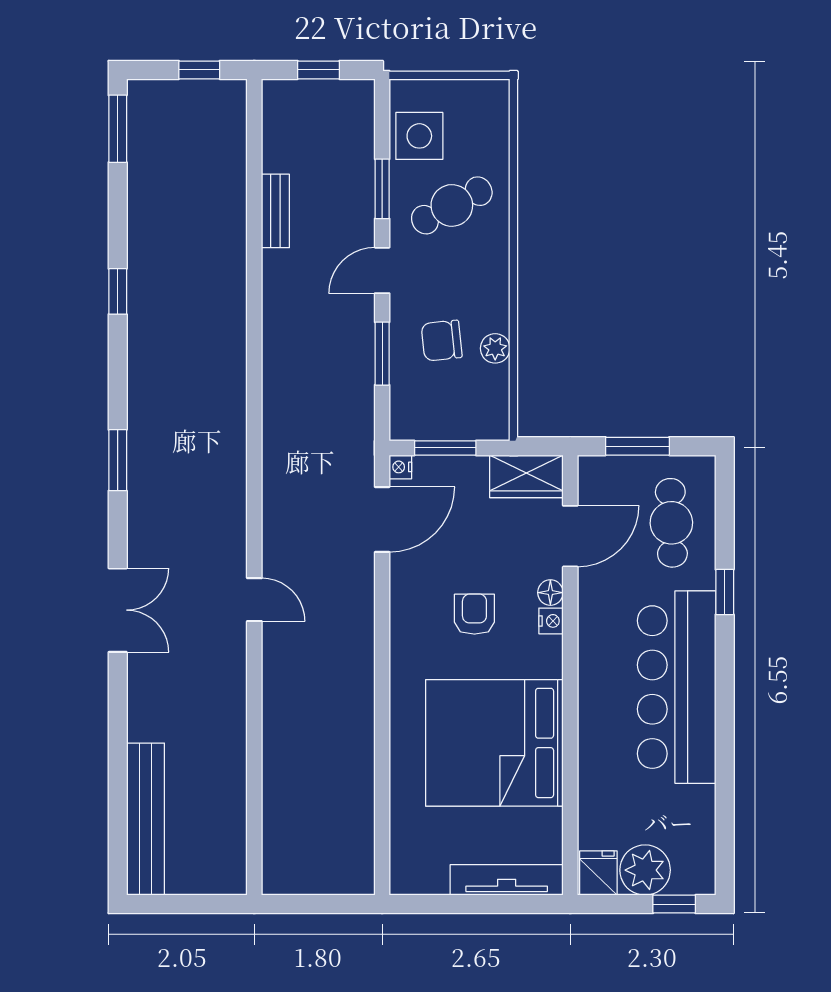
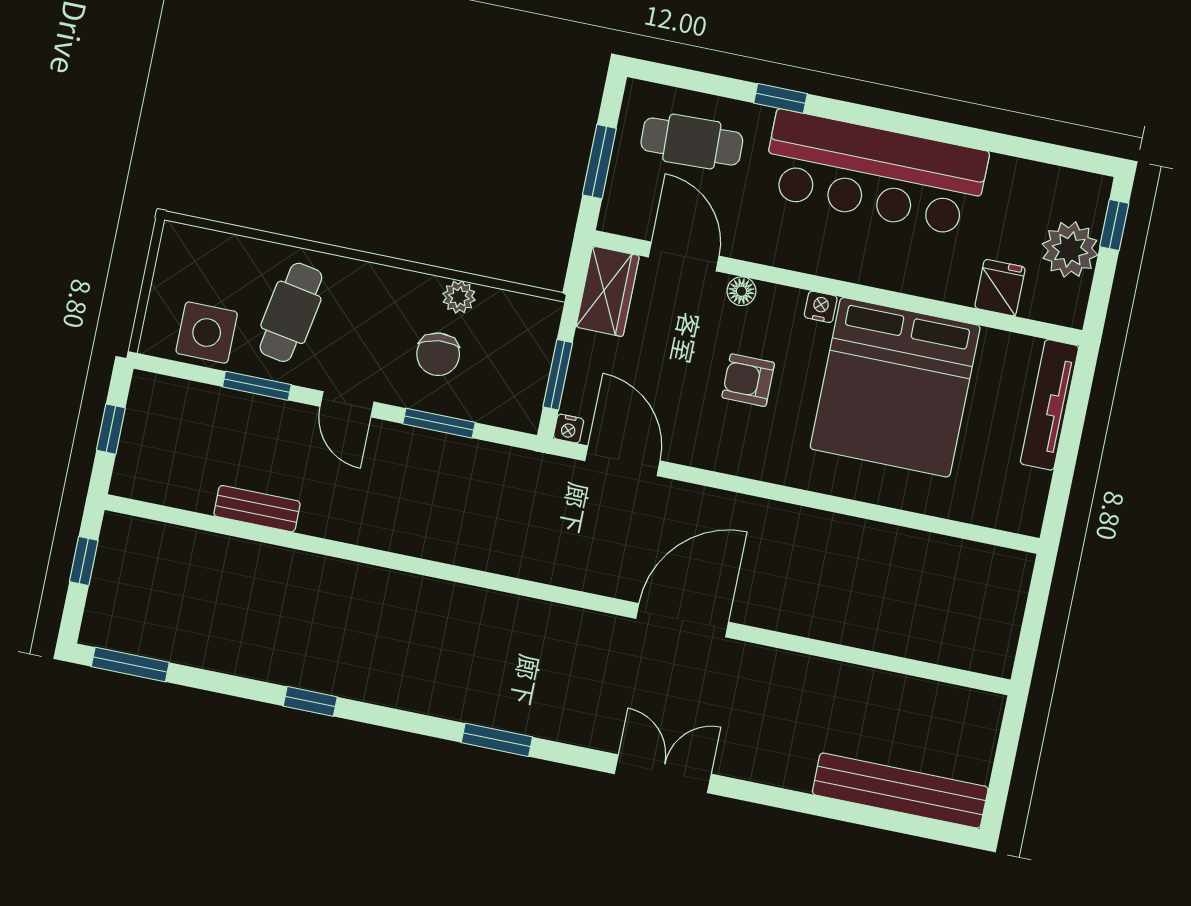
cafe table: (452, 205) -> (291, 312), turned 38
door: (254, 600) -> (682, 620), width x1.88
nightstand: (551, 621) -> (821, 307), moved
fridge: (598, 873) -> (1000, 288), moved, turned 90

